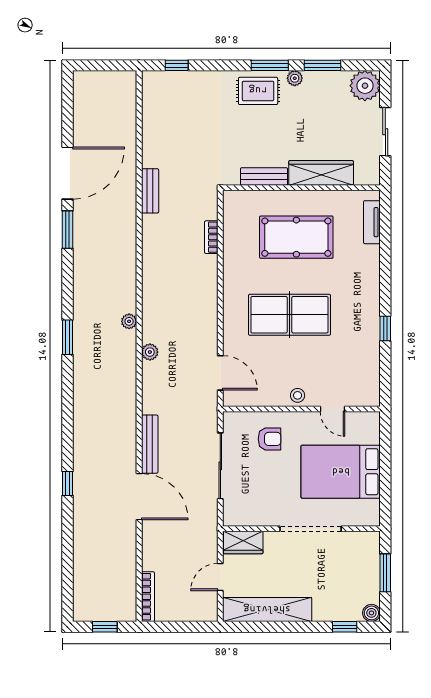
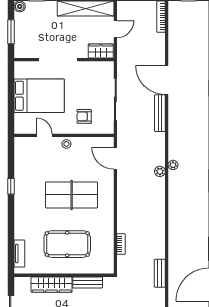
plant: (129, 321) -> (173, 165), moved

